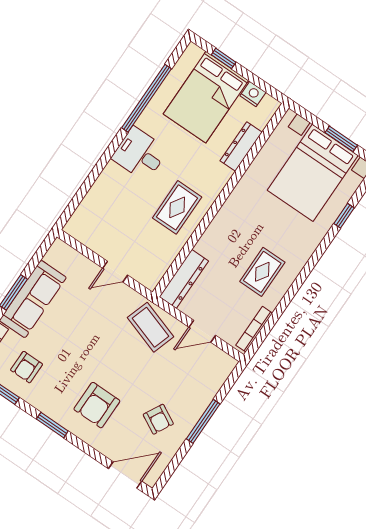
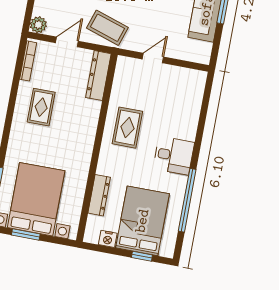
plant: (225, 364) -> (38, 25), added

